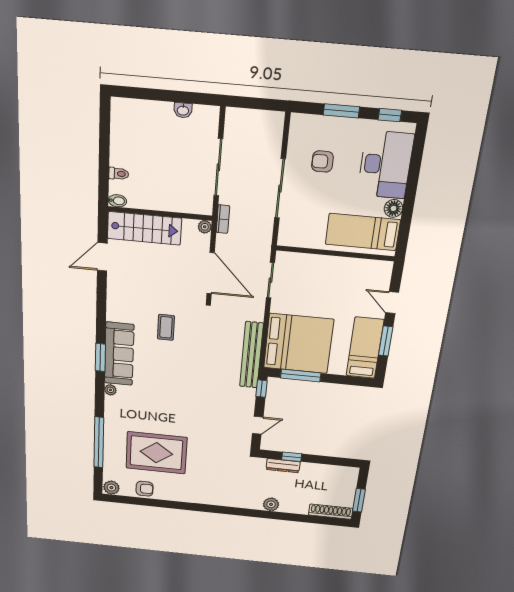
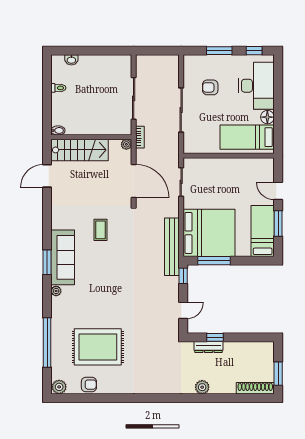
washbasin: (183, 110) -> (71, 60), moved
toilet: (119, 174) -> (58, 88), moved

